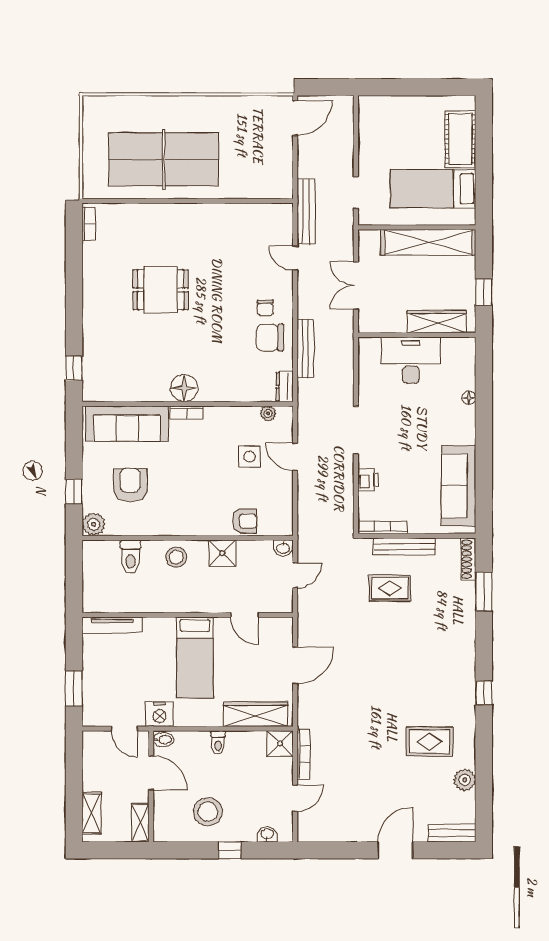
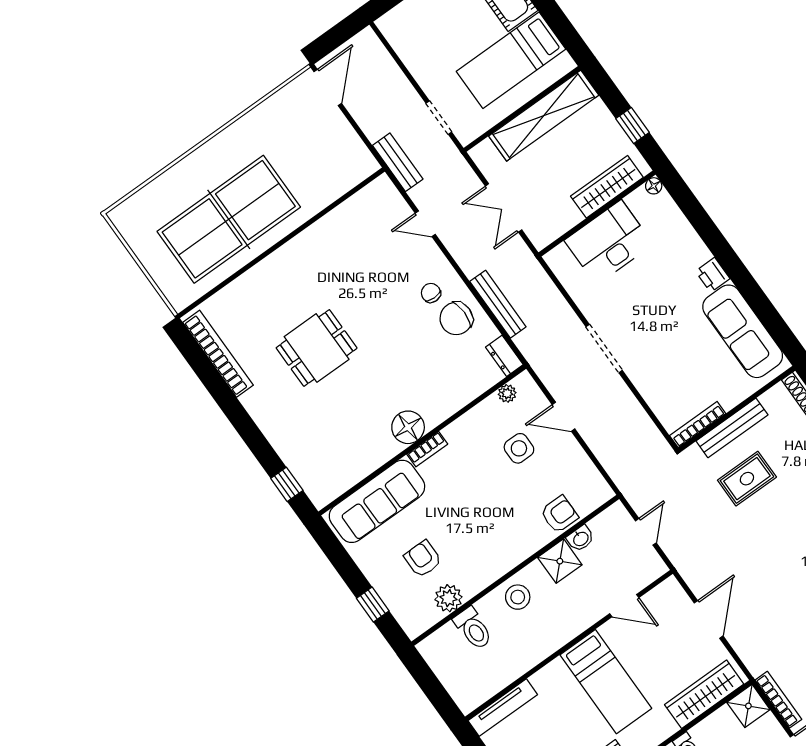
bench: (306, 212) -> (398, 162), width x0.73
bookcase: (89, 224) -> (218, 354), width x2.31, depth x1.31
chair: (265, 308) -> (431, 293), turned 180
floor lamp: (469, 398) -> (654, 186), moved
printer: (368, 480) -> (713, 275), moved, turned 180
armchair: (130, 485) -> (423, 559), width x0.72, depth x0.72
plant: (94, 524) -> (448, 598), moved
washbasin: (283, 548) -> (581, 539), moved

